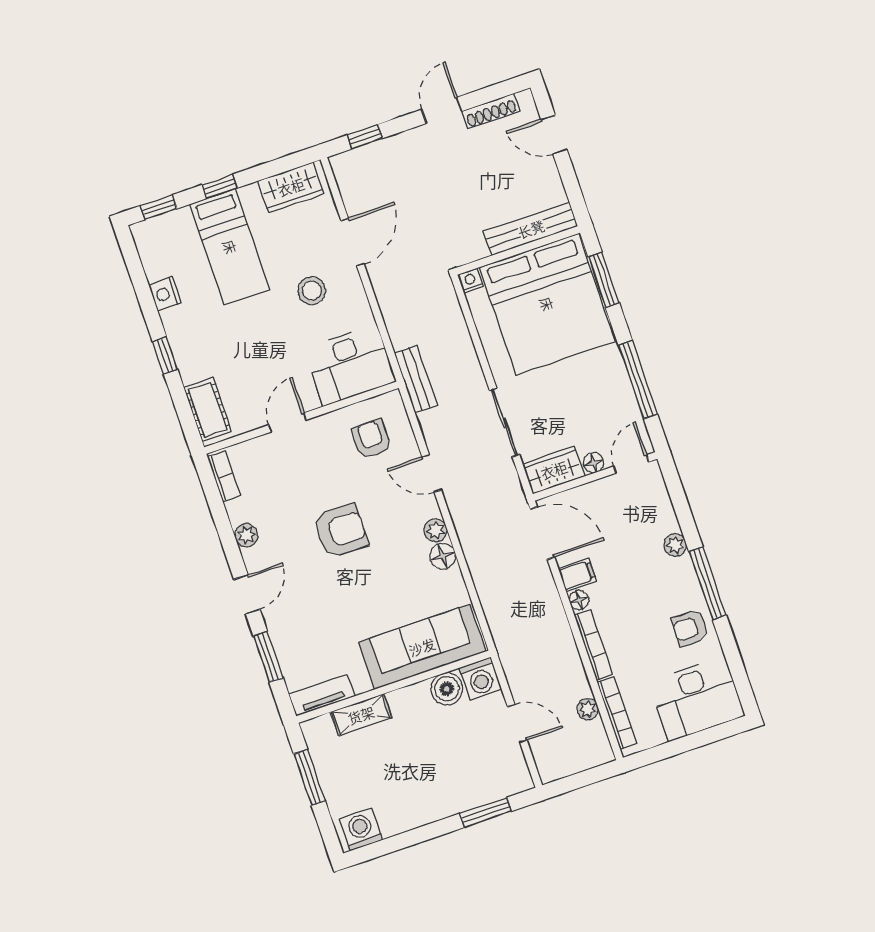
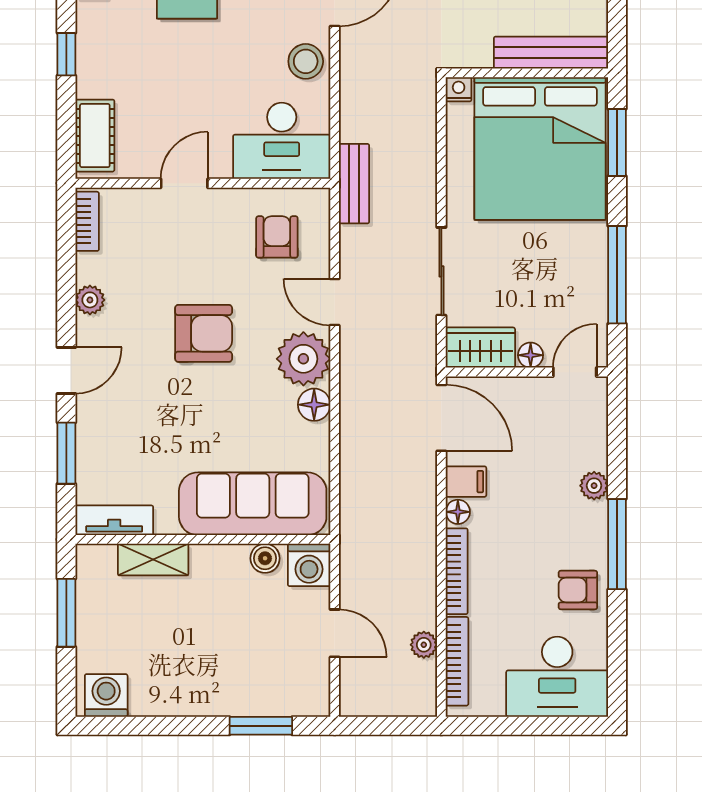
stool: (312, 291) -> (306, 61), moved
plant: (436, 530) -> (303, 359), width x1.88, depth x1.88
boiler: (447, 689) -> (265, 558), width x0.73, depth x0.73

